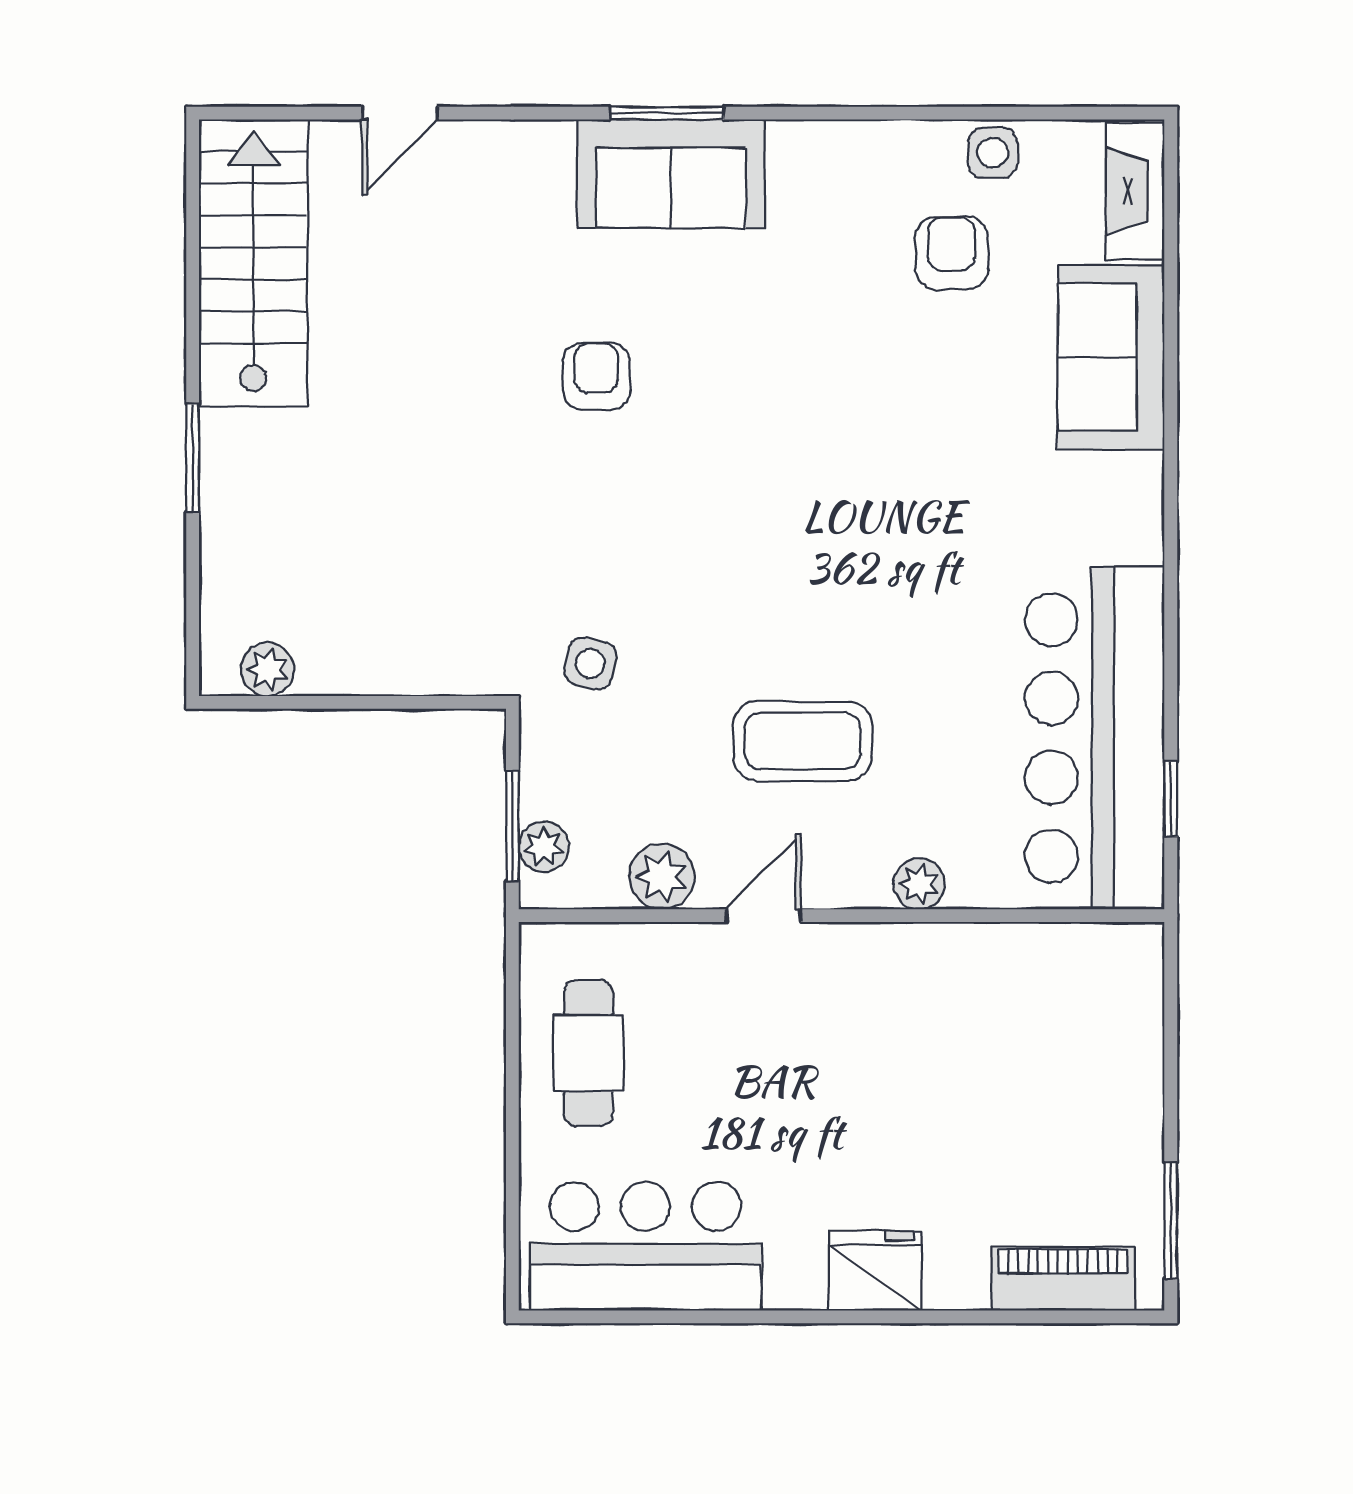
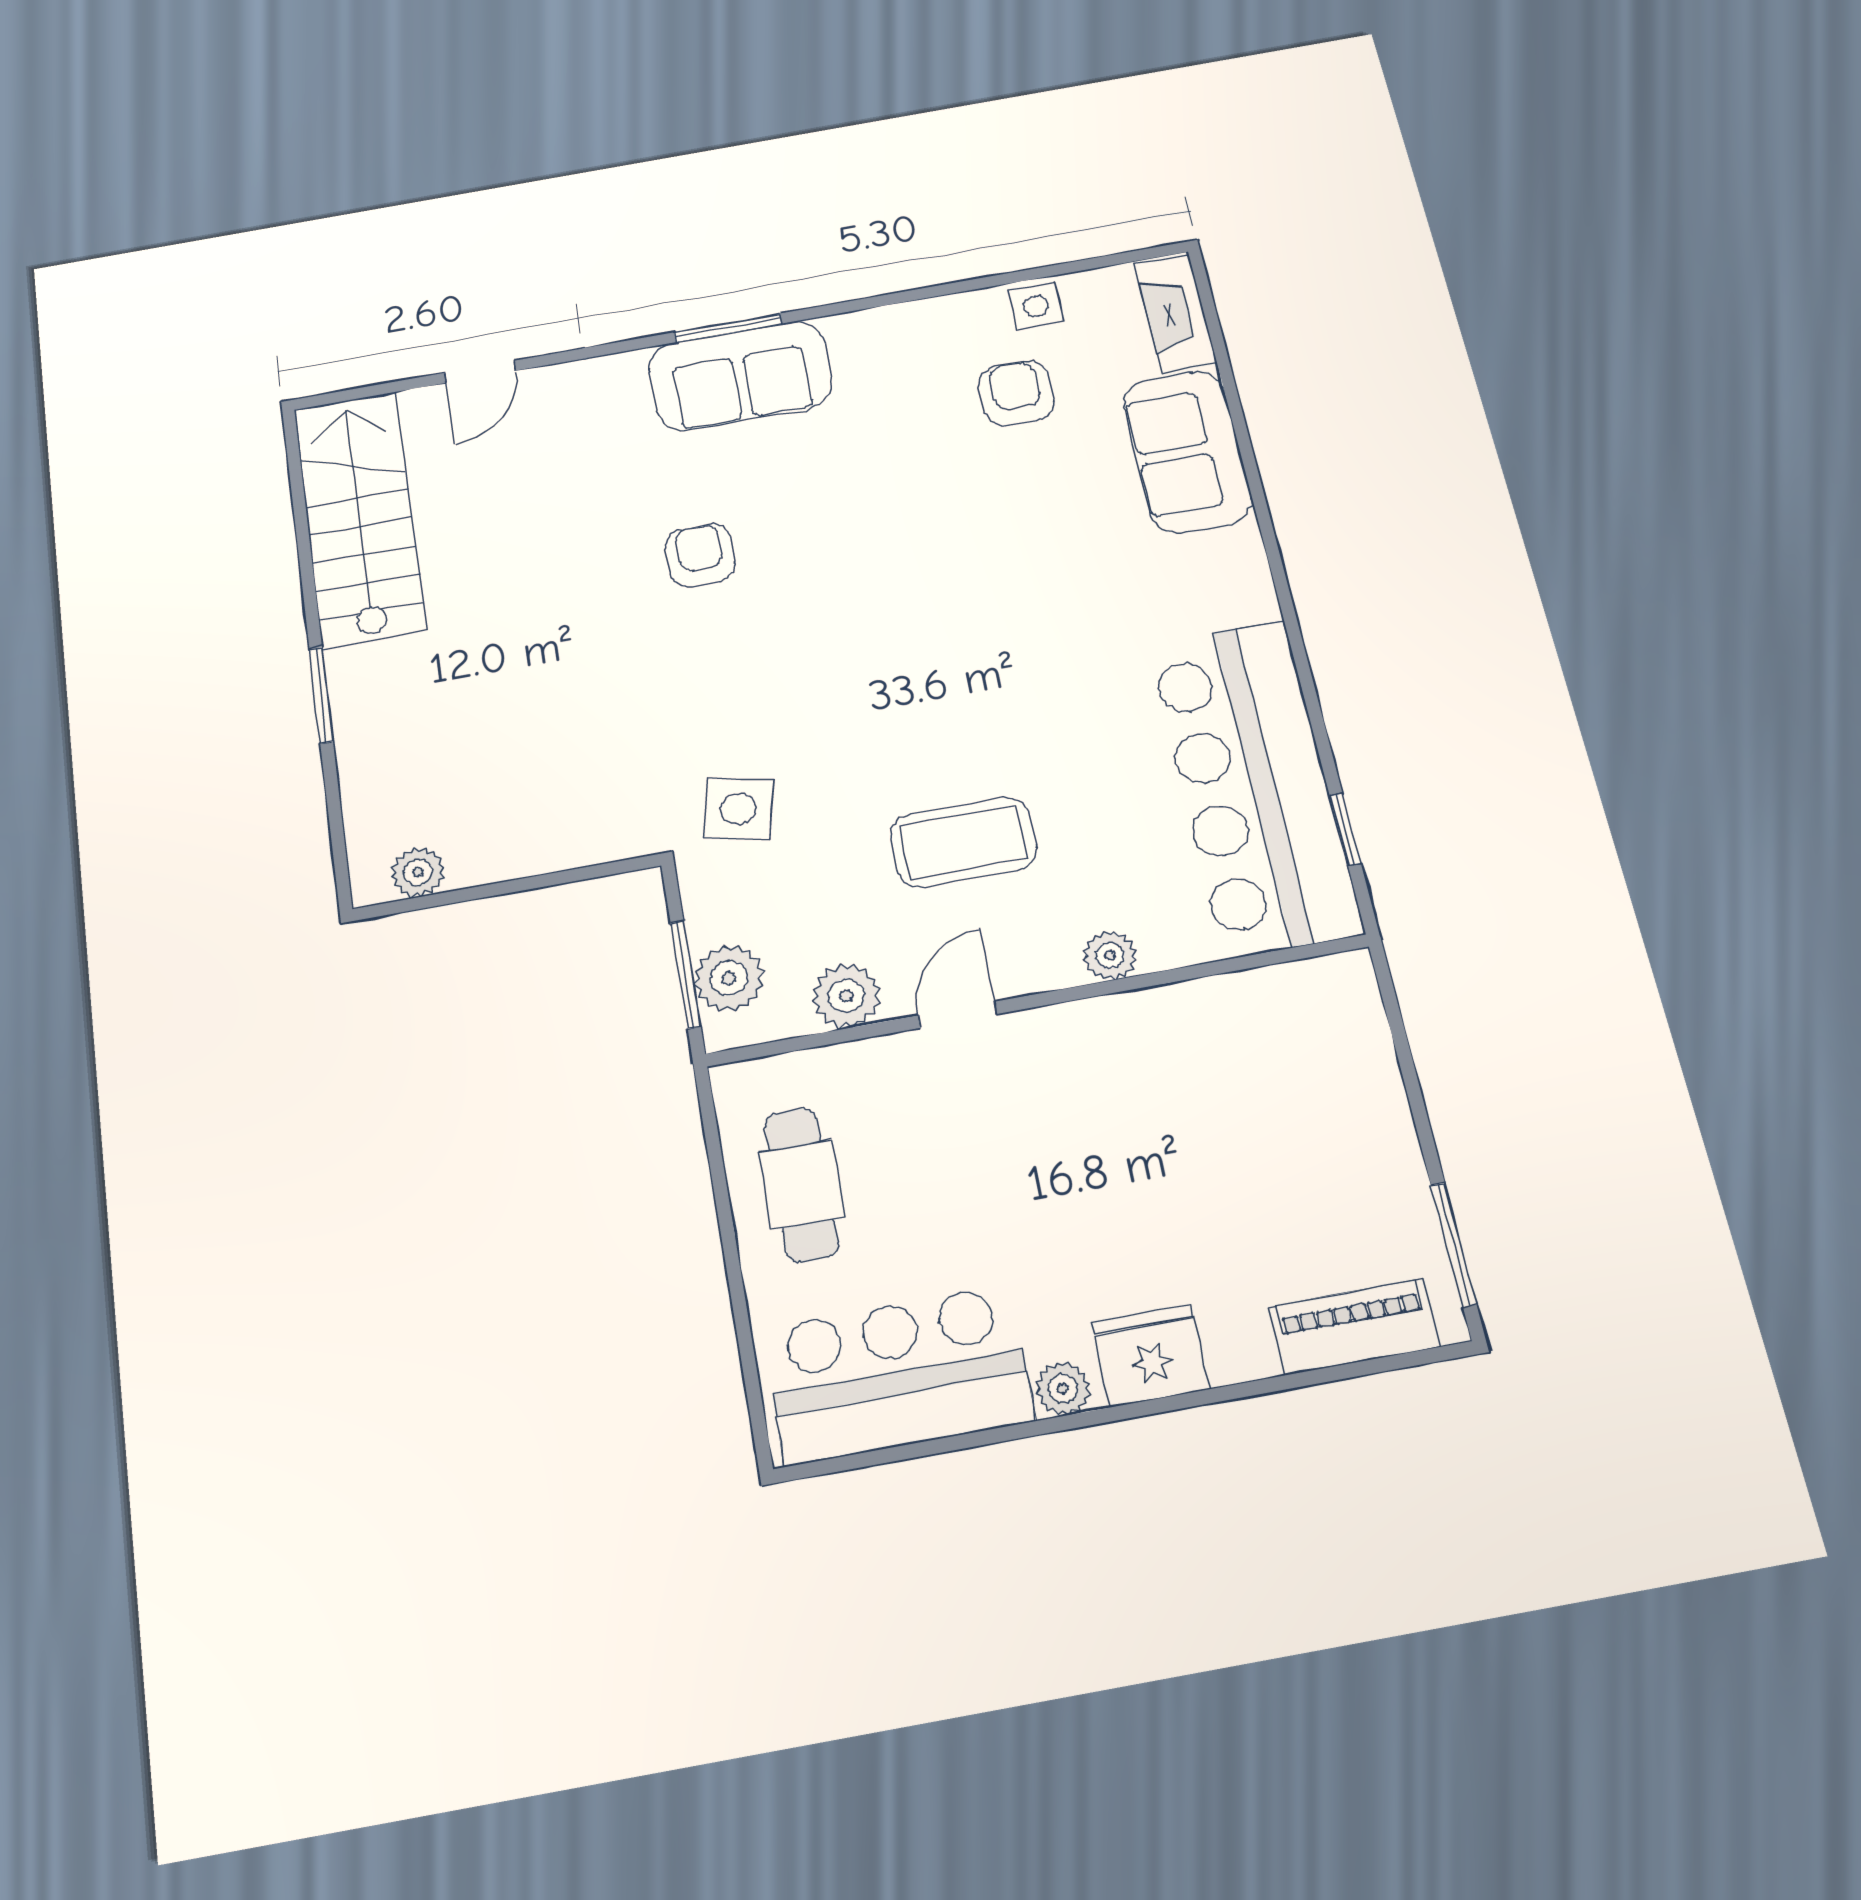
side table: (590, 664) -> (738, 809), width x1.37, depth x1.37
plant: (544, 847) -> (729, 978), width x1.38, depth x1.38
plant: (791, 1286) -> (1063, 1388), added

